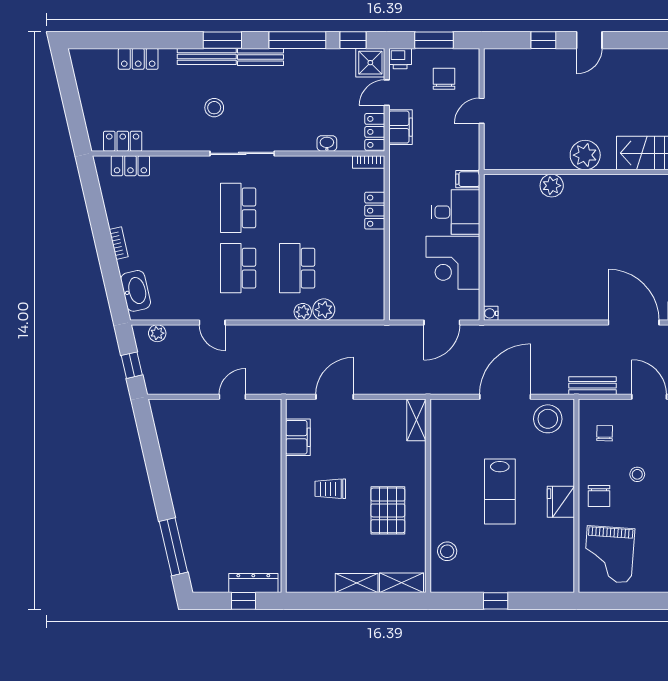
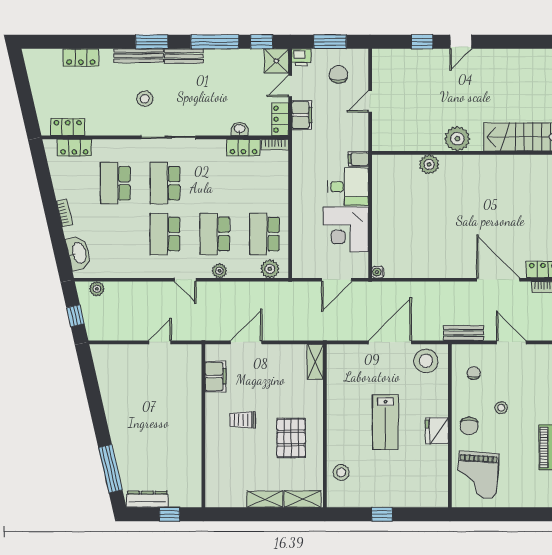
school desk: (179, 208) -> (115, 183), added
locker: (375, 211) -> (243, 147), moved, turned -90
school desk: (356, 268) -> (264, 234), added
plant: (324, 310) -> (270, 269), moved
door: (212, 323) -> (185, 280), moved
dresser: (253, 583) -> (147, 499), moved

